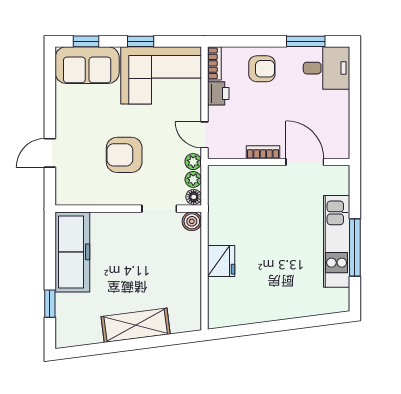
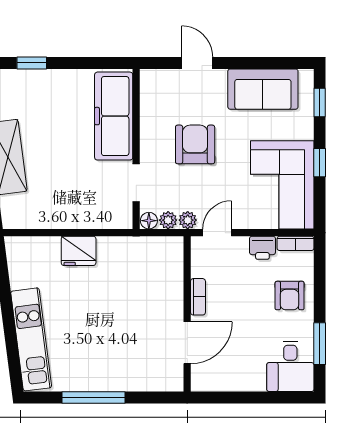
sofa: (87, 65) -> (263, 89), moved, turned -90
boiler: (192, 221) -> (122, 219), removed
kitchen unit: (337, 241) -> (31, 339), moved, turned 83
freezer: (72, 252) -> (114, 116), moved, turned 90

